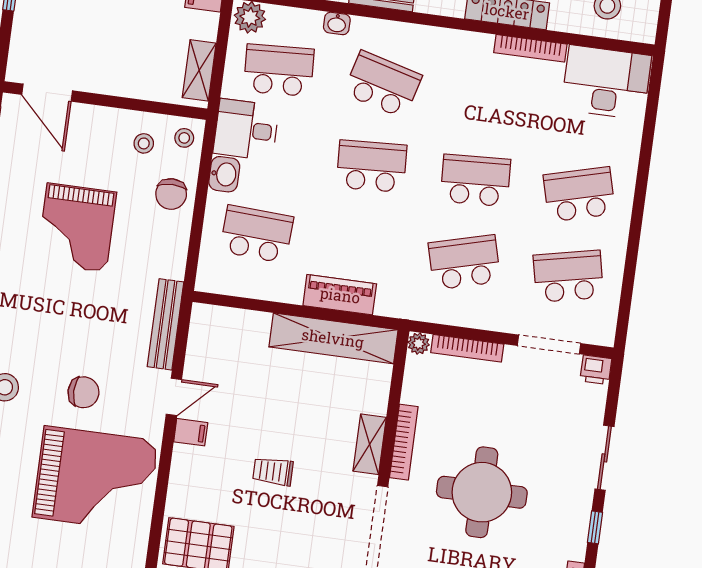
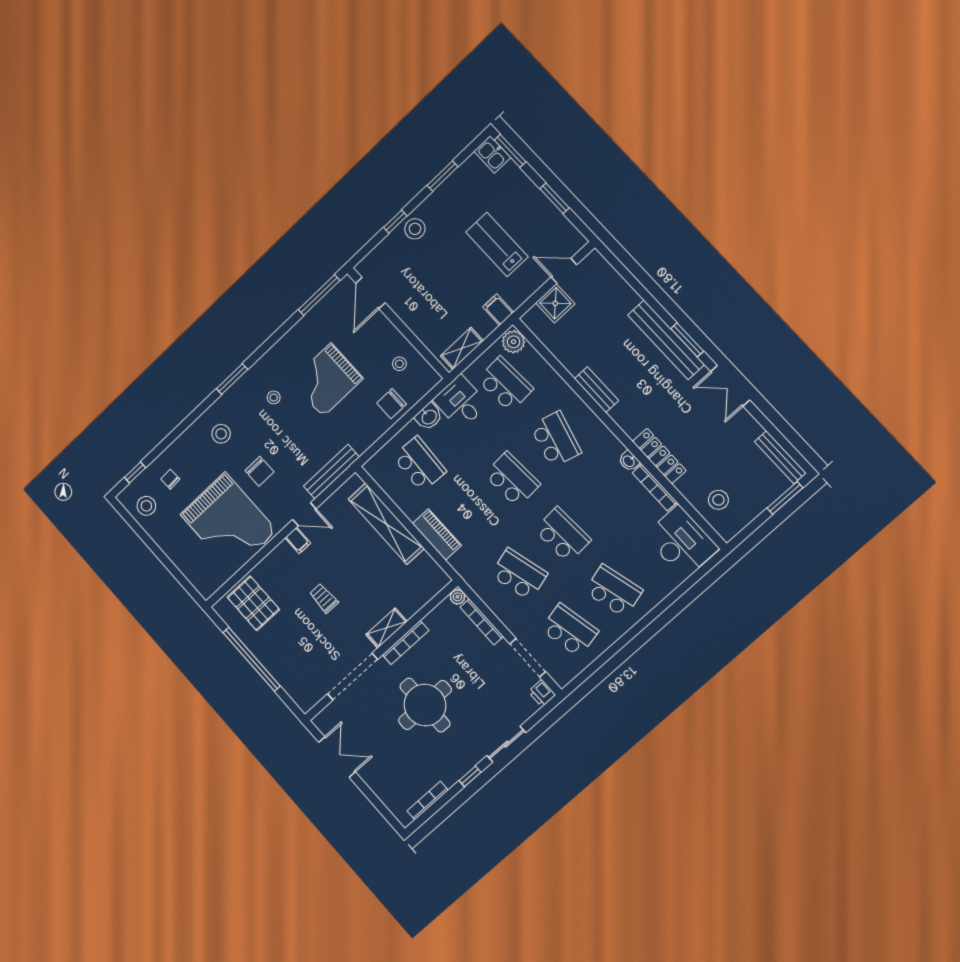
washbasin: (337, 23) -> (629, 461), moved
stool: (184, 138) -> (274, 397), moved
shelving: (333, 338) -> (386, 524), moved

